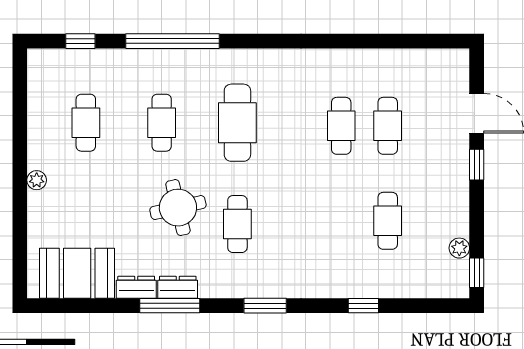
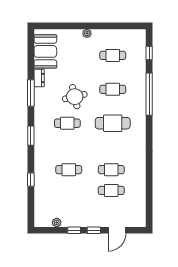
cafe table: (388, 221) -> (69, 170), moved
window: (477, 273) -> (74, 230), moved
dresser: (178, 287) -> (39, 97), removed

